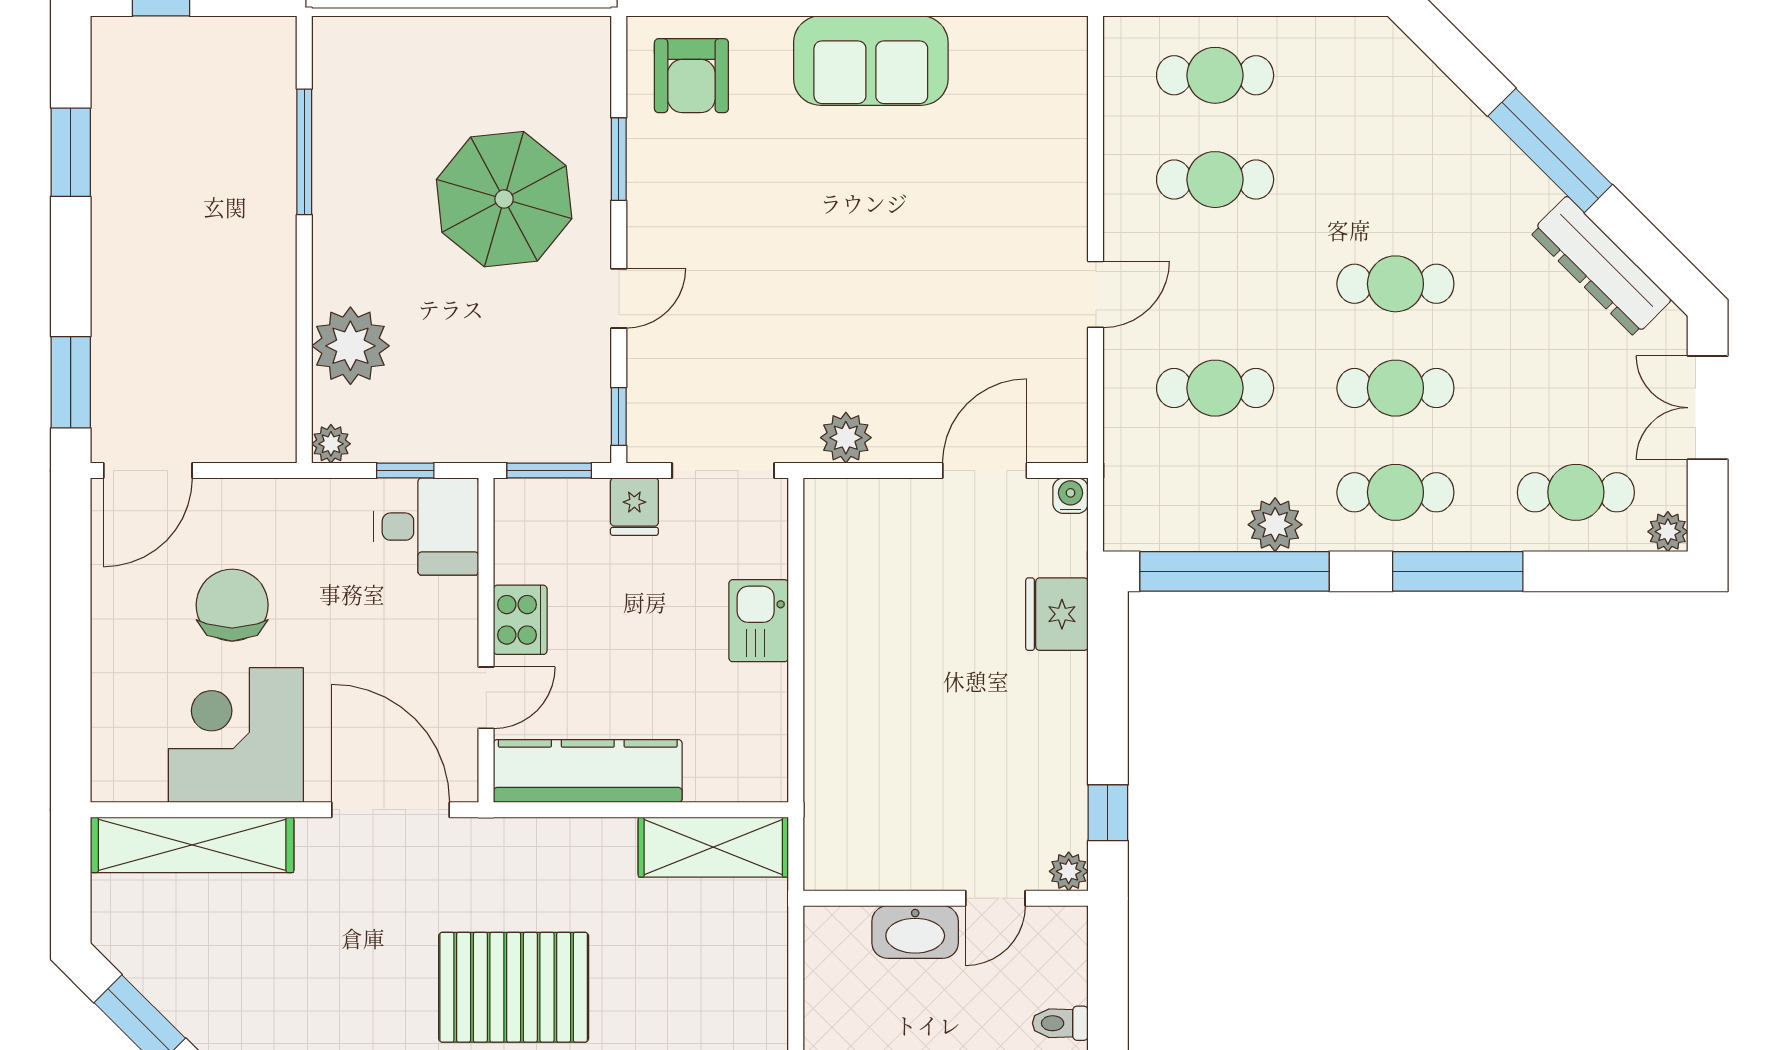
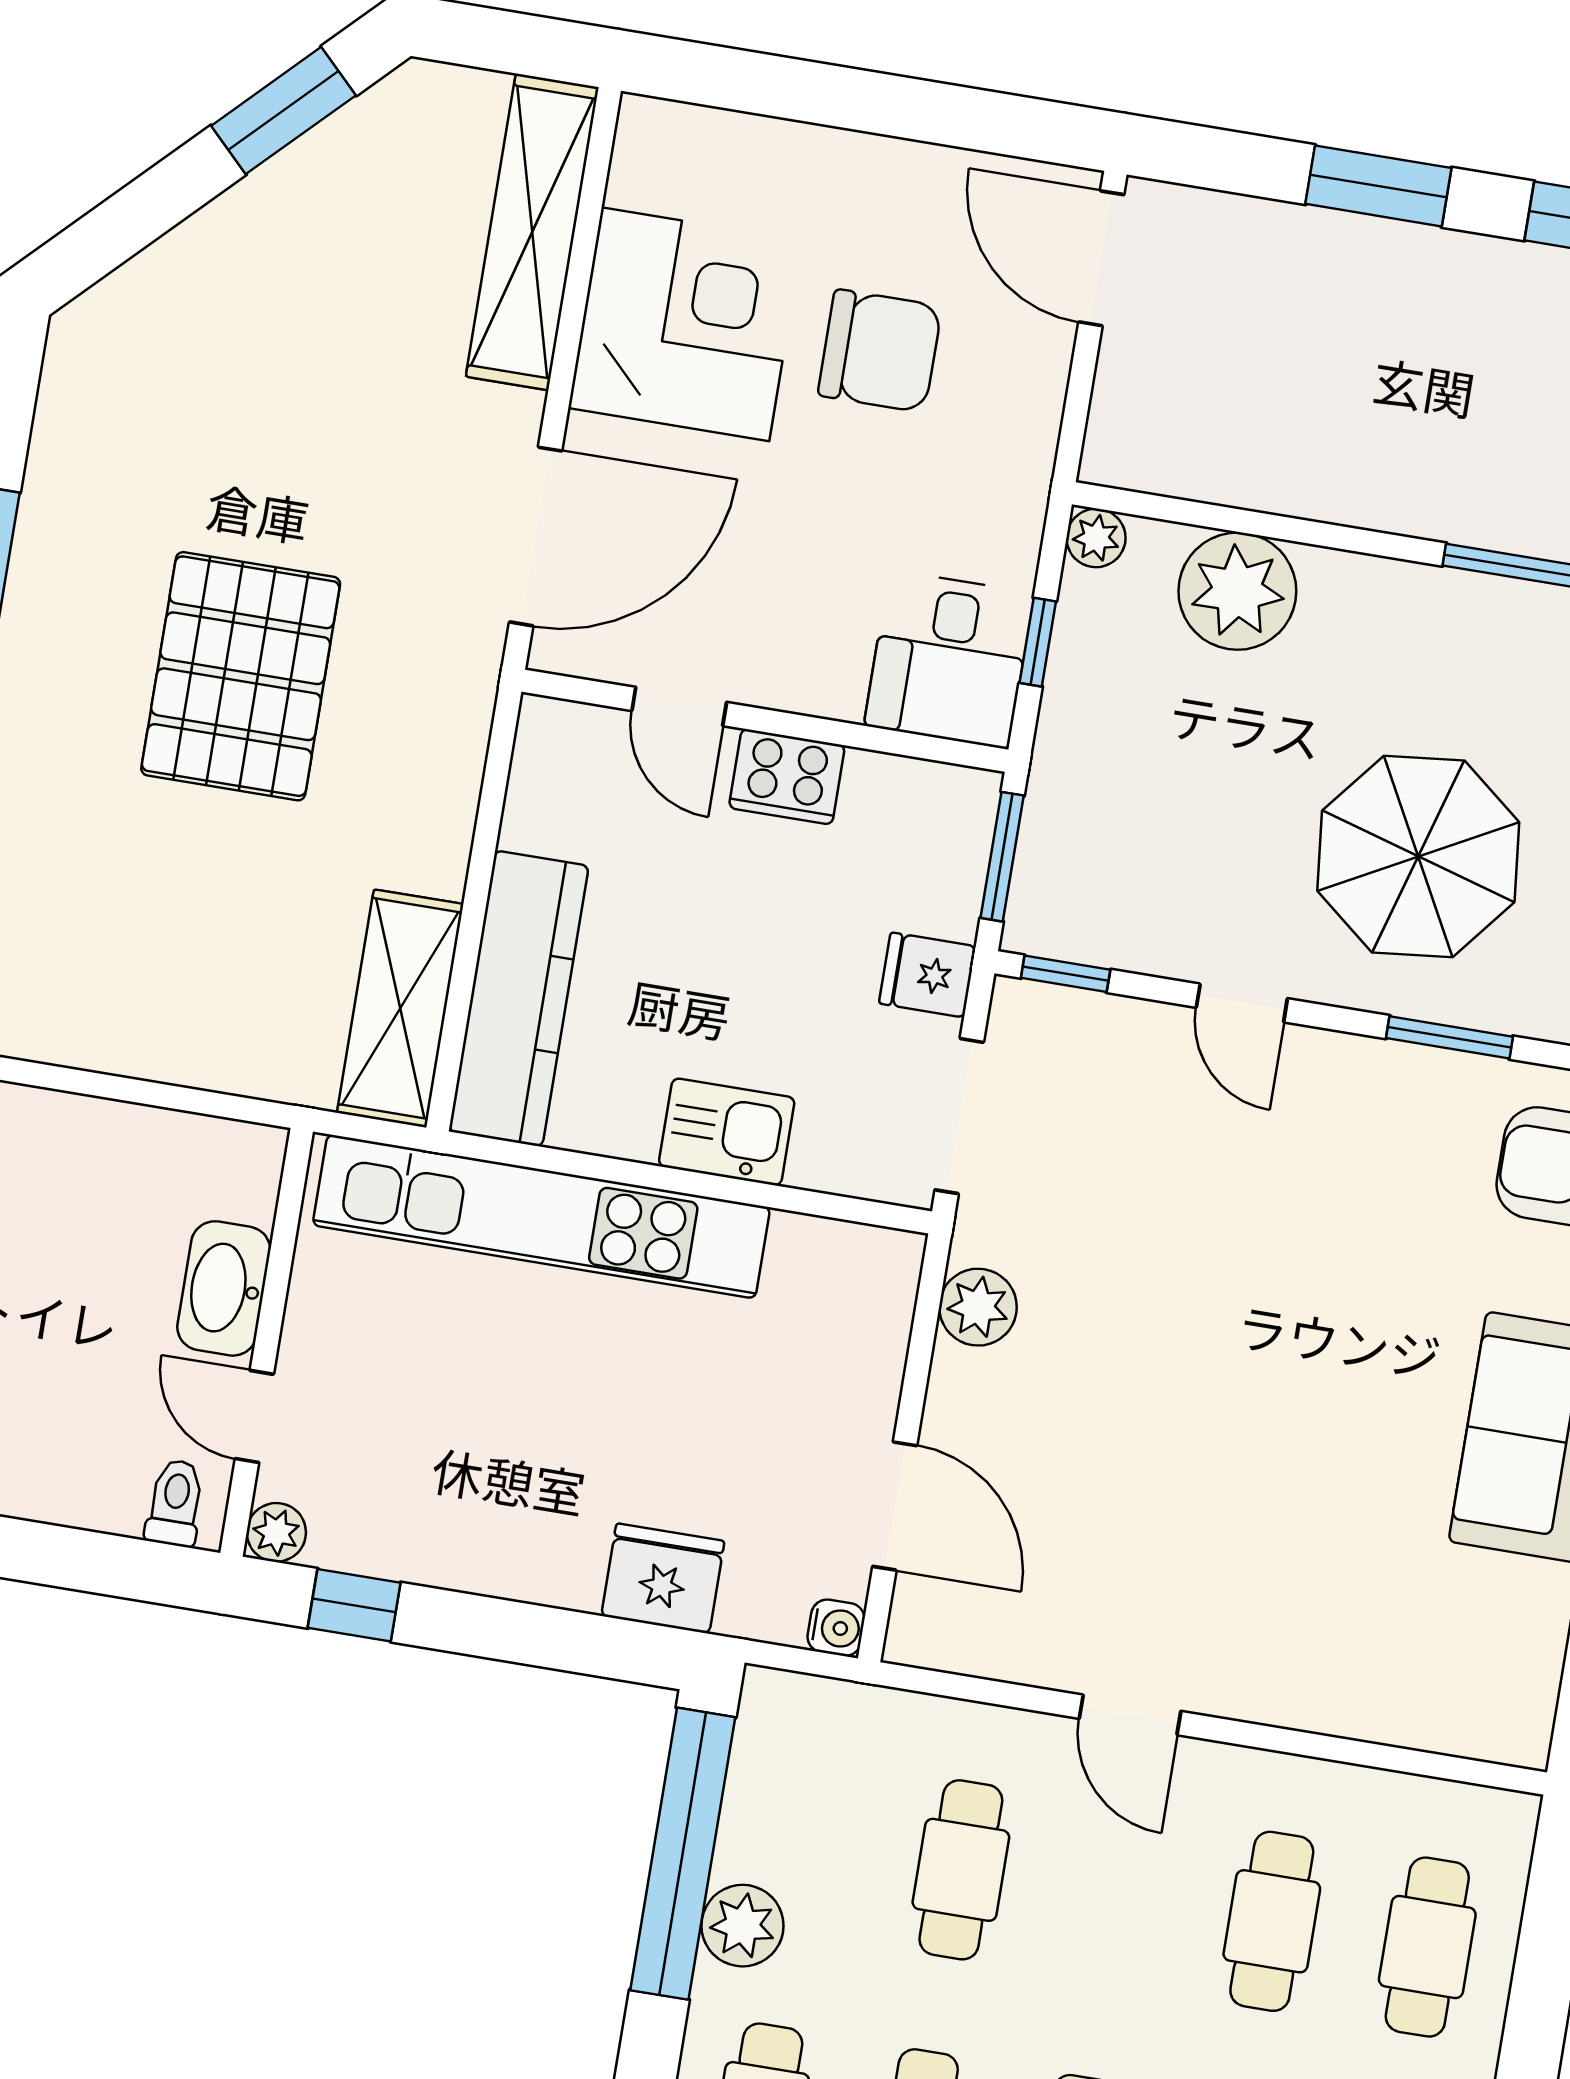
window: (71, 382) -> (1378, 186), moved
kitchen unit: (834, 733) -> (541, 1216), added
kitchen counter: (588, 771) -> (519, 999), moved
toilet: (1060, 1023) -> (175, 1503), moved

